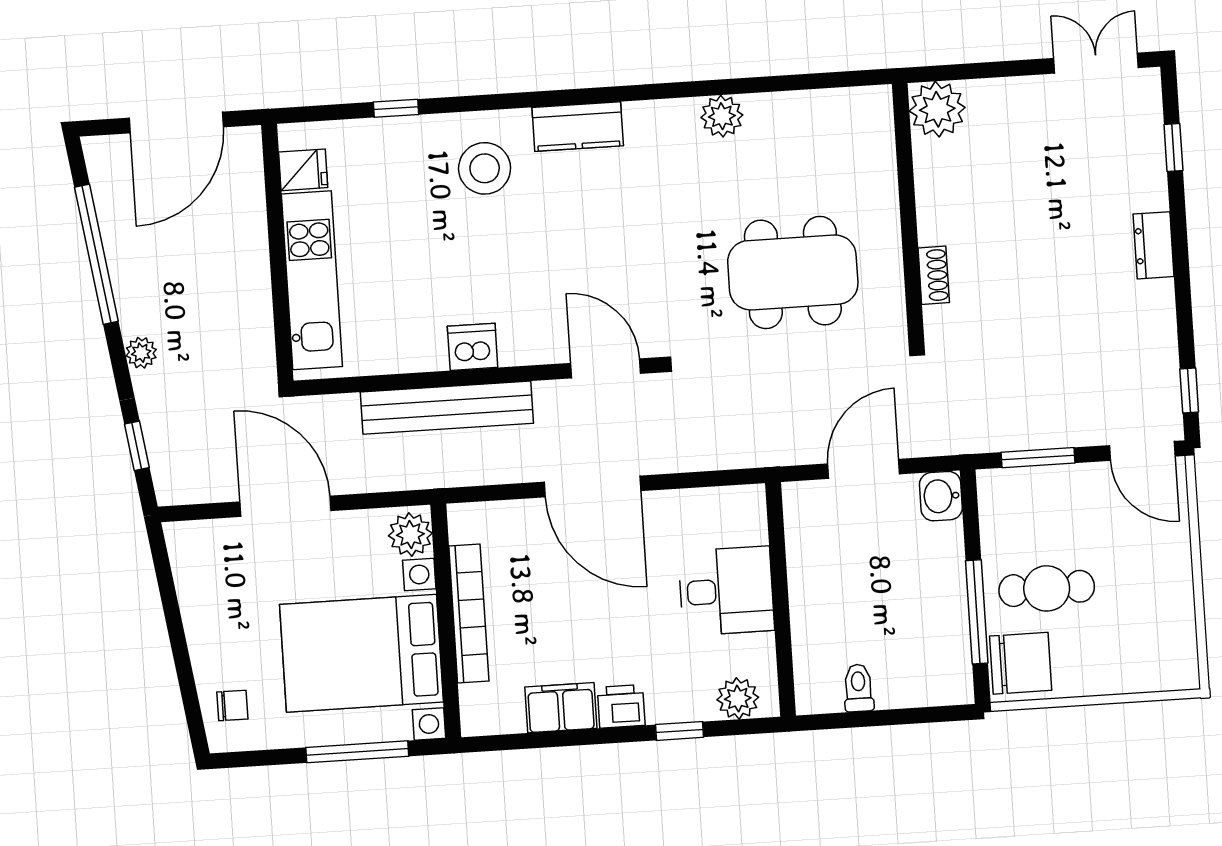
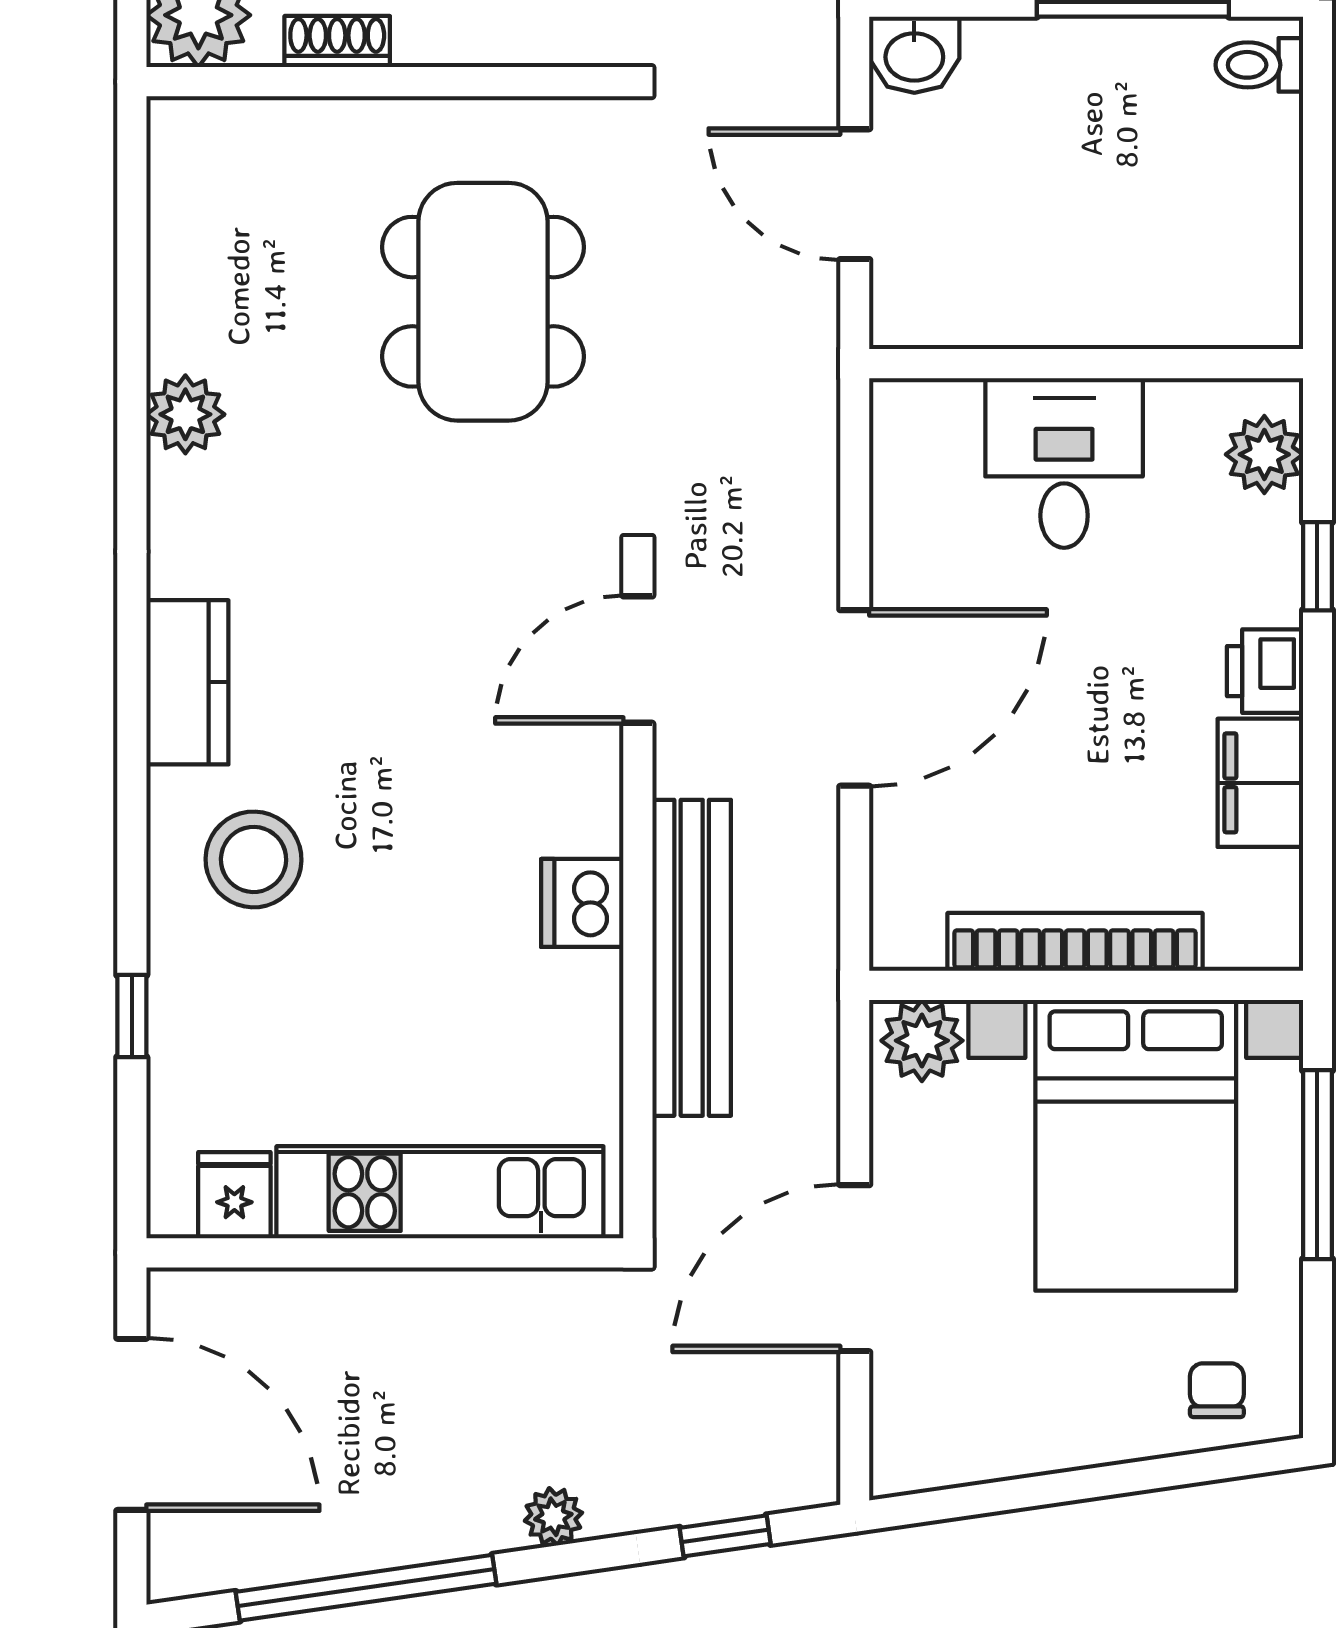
shoe rack: (934, 275) -> (337, 42), moved
toilet: (858, 688) -> (1259, 65), moved

